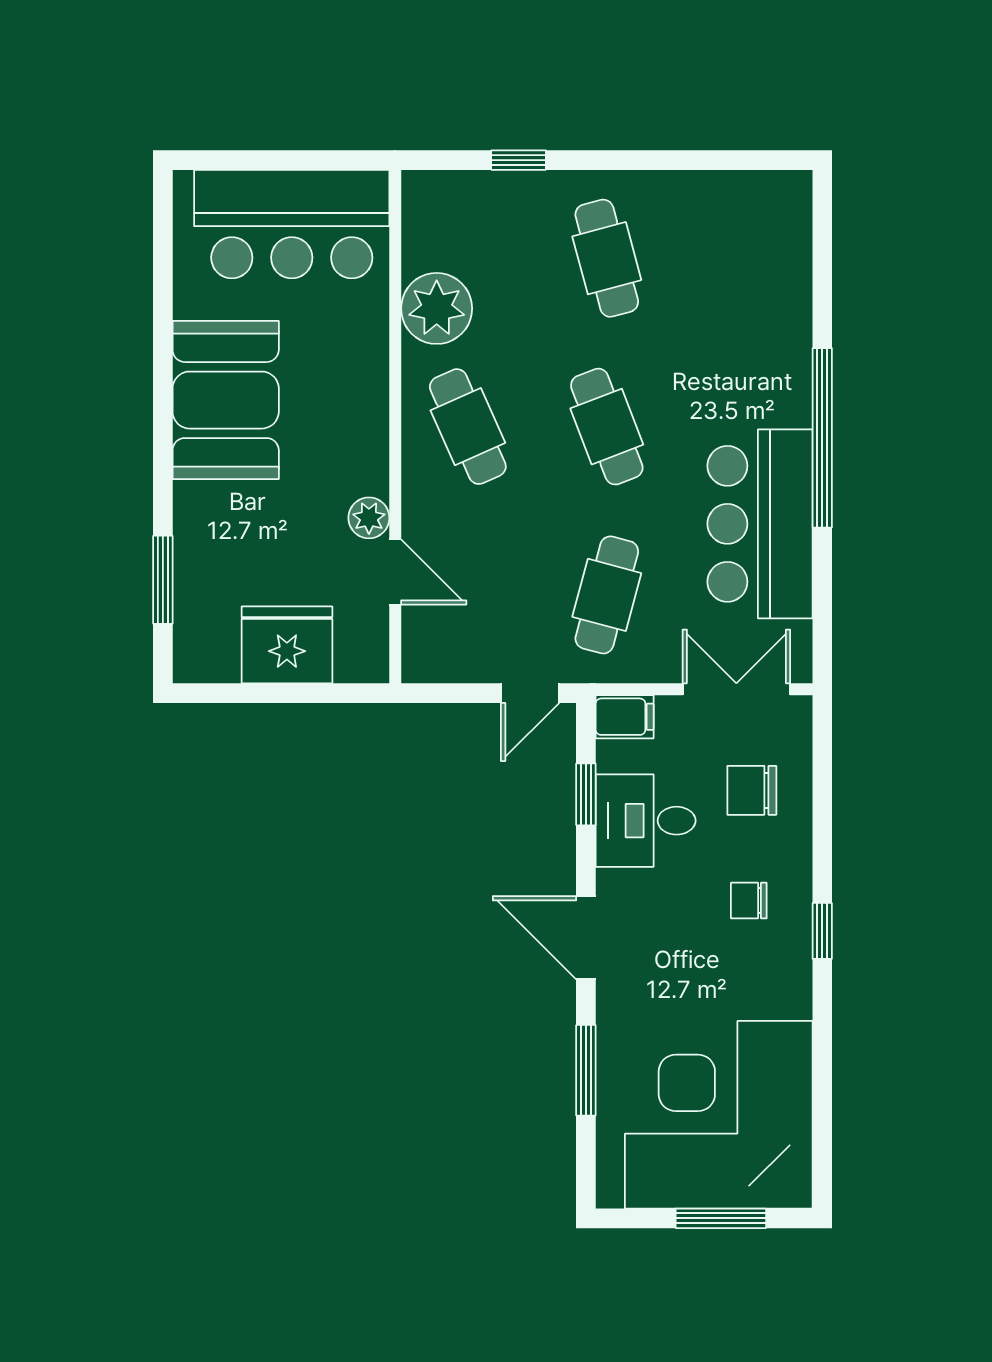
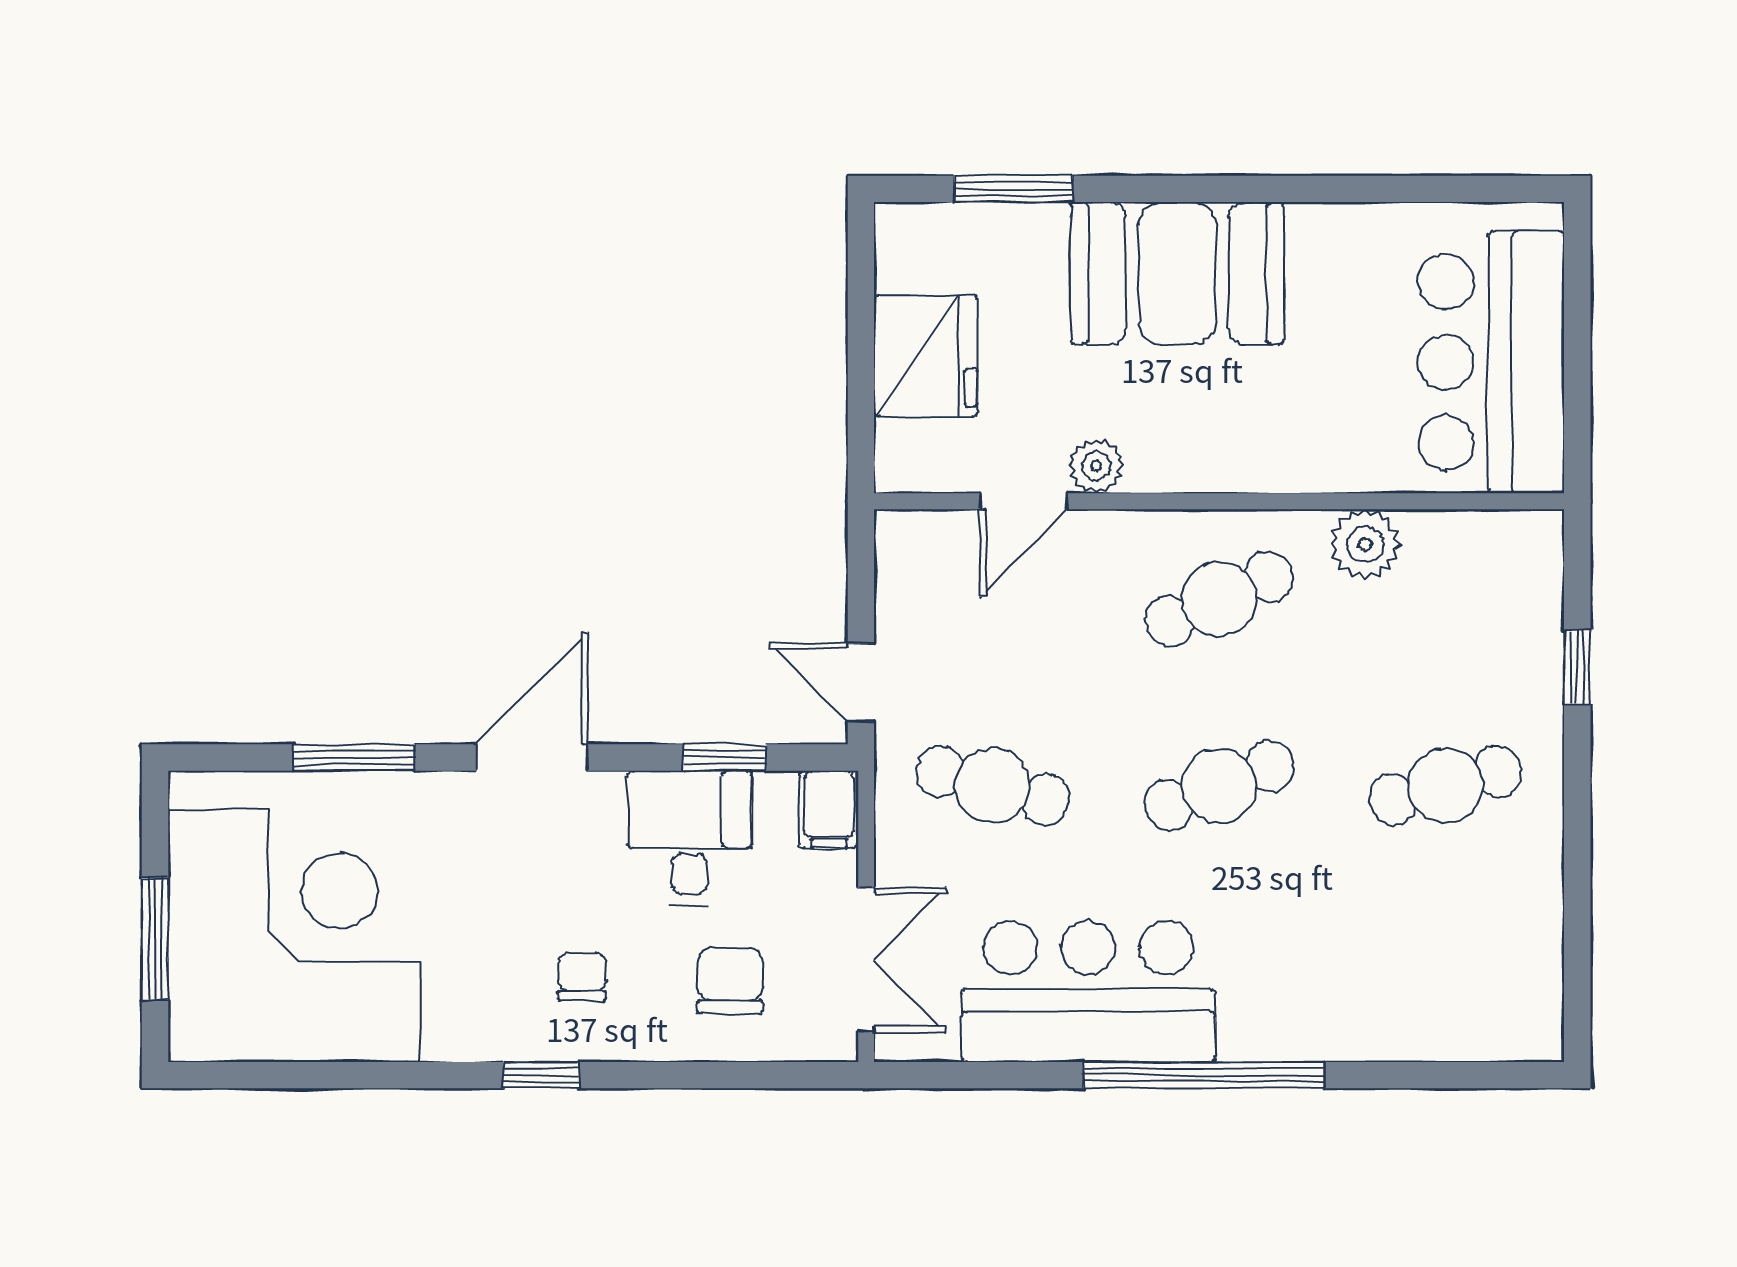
plant: (437, 308) -> (1365, 544), width x0.73, depth x0.73
booth: (226, 400) -> (1177, 273), moved

